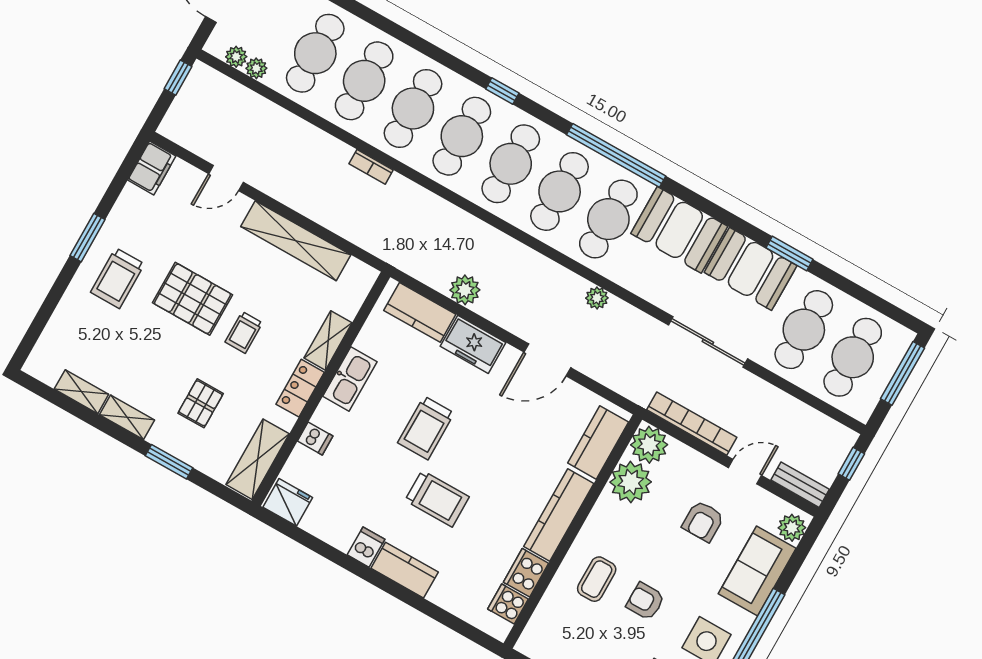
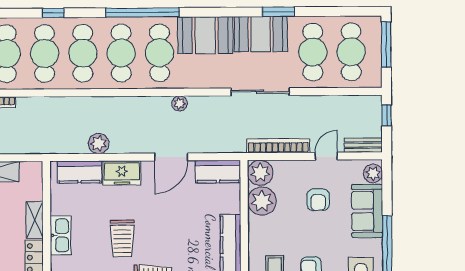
kitchen counter: (598, 443) -> (218, 172), moved, turned -90

